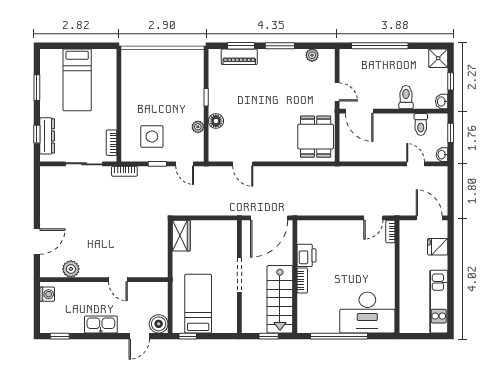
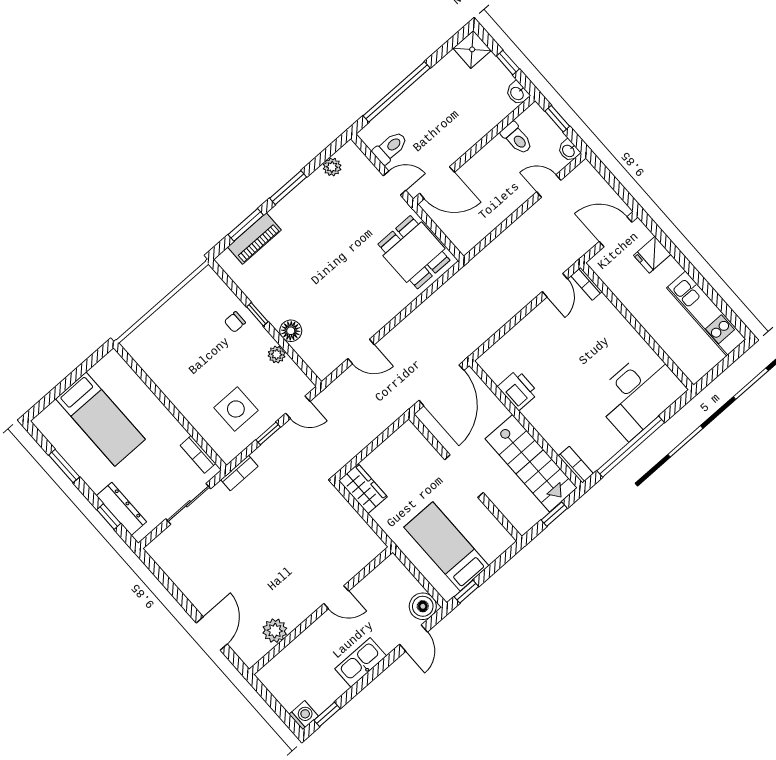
chair: (191, 91) -> (235, 322), added
toilet: (406, 97) -> (390, 148), moved, turned 90
bookcase: (302, 281) -> (576, 465), moved
washing machine: (47, 294) -> (304, 715), moved

